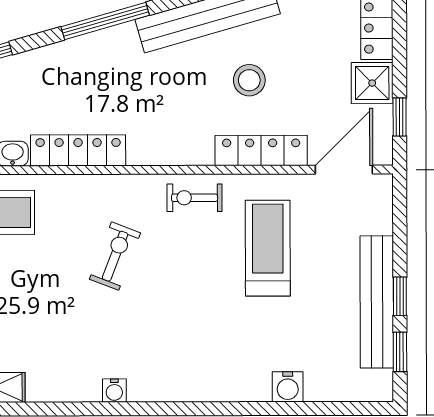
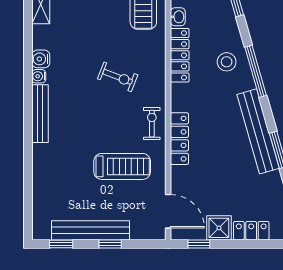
stool: (249, 80) -> (227, 62), moved
locker: (261, 151) -> (179, 139), moved
window: (400, 296) -> (110, 244), moved
water cooler: (288, 387) -> (41, 59), moved
bench: (178, 388) -> (40, 114), added

